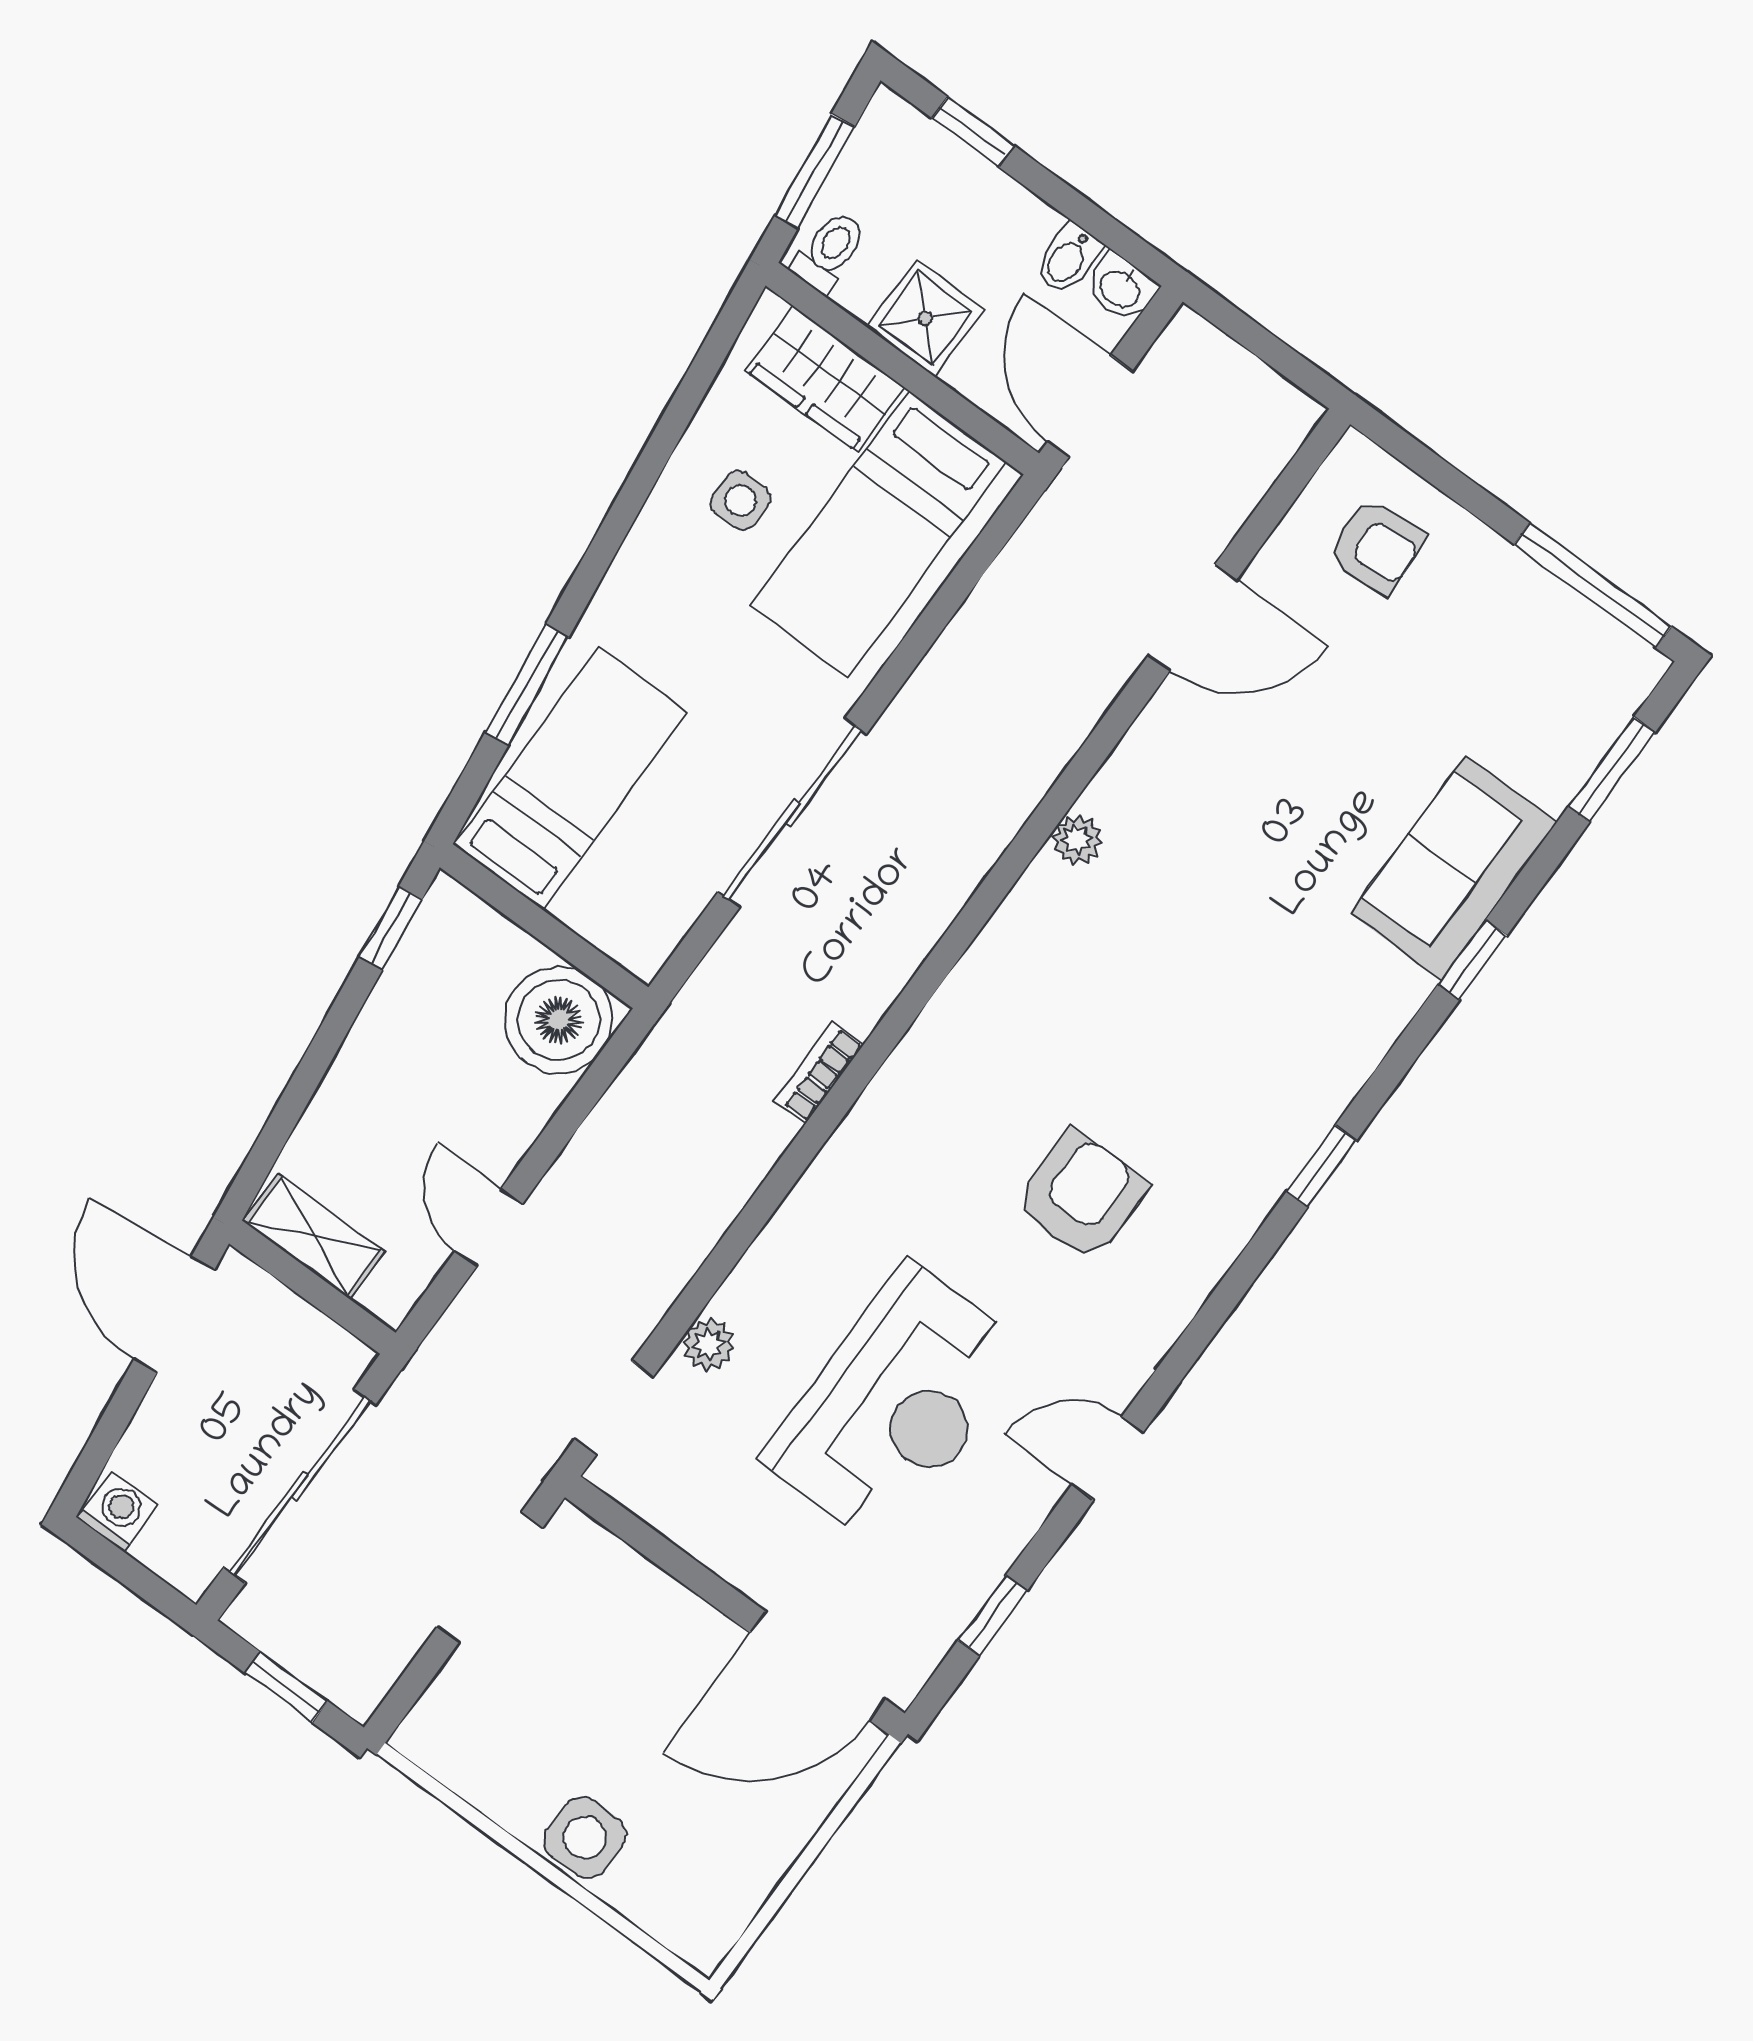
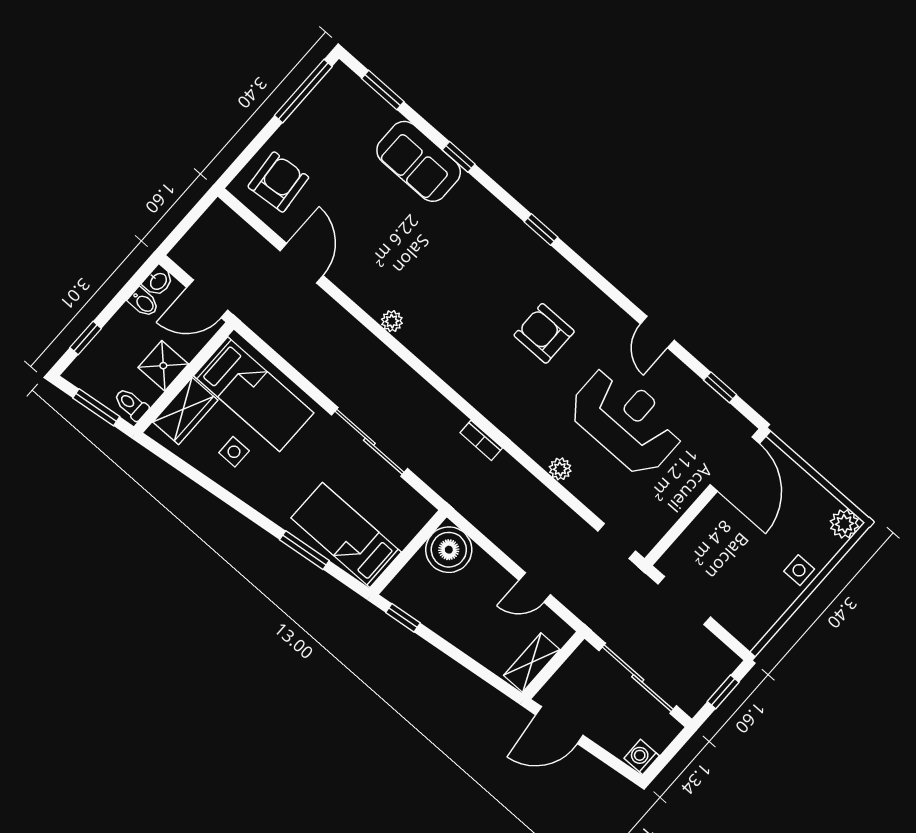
armchair: (1376, 547) -> (278, 182), width x1.38, depth x1.38
plant: (709, 1344) -> (560, 469), moved
side table: (585, 1838) -> (799, 570), width x0.73, depth x0.73
plant: (702, 1933) -> (844, 524), added

